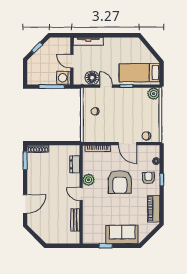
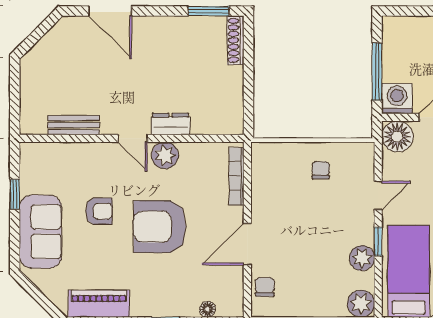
floor lamp: (92, 78) -> (397, 137), moved
plant: (134, 93) -> (362, 258), added
dresser: (75, 164) -> (171, 124), moved
armchair: (148, 178) -> (99, 211), moved
door: (81, 194) -> (132, 138), swing flipped

